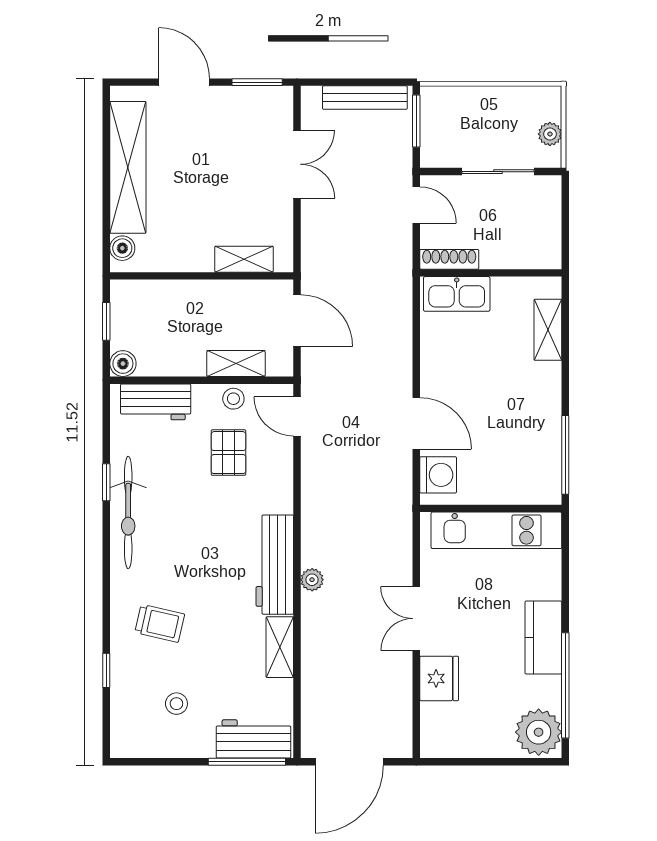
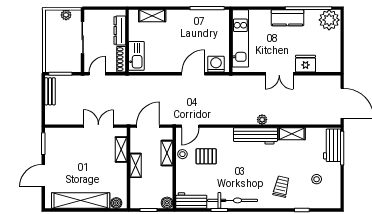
bench: (365, 98) -> (50, 91), width x0.73
double door: (297, 164) -> (98, 126), moved
dresser: (515, 256) -> (120, 30), added
shelving: (208, 292) -> (136, 165), added
workbench: (156, 402) -> (191, 201), moved, turned -90

